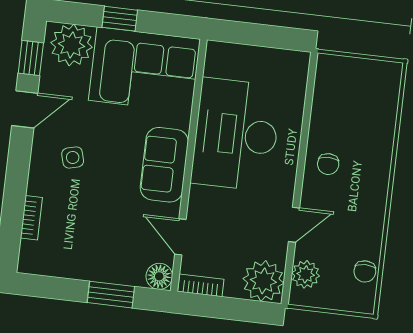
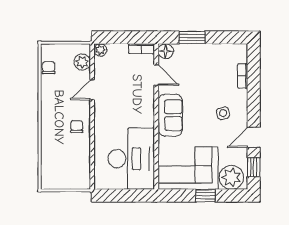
desk: (236, 135) -> (131, 159), moved
plant: (263, 281) -> (100, 50), width x0.53, depth x0.53

